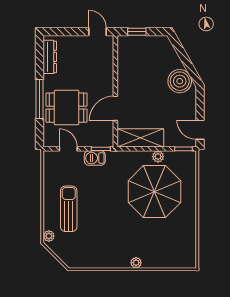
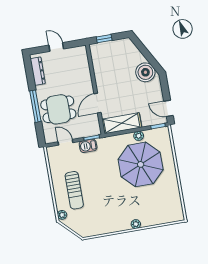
door: (98, 32) -> (56, 47), moved
sun lounger: (69, 209) -> (74, 190), turned 180

